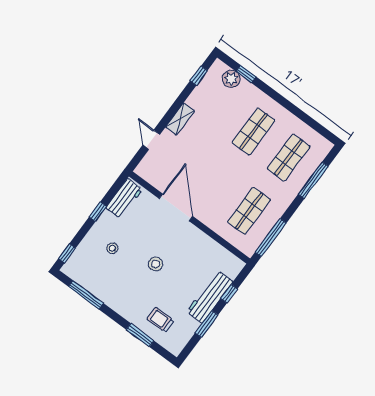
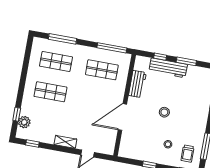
workbench: (124, 199) -> (137, 84), moved, turned 90
trolley: (160, 320) -> (188, 154), moved

